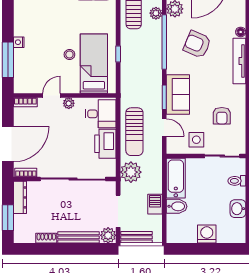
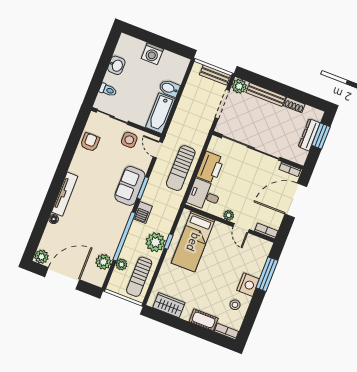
nightstand: (19, 42) -> (248, 285), width x1.89, depth x1.79
armchair: (197, 44) -> (96, 223), removed
stool: (69, 54) -> (235, 305), moved
door: (51, 96) -> (241, 228), hinge flipped
armchair: (222, 116) -> (90, 142), moved
door: (164, 128) -> (158, 150), moved
sun lounger: (134, 132) -> (181, 168), turned 180
plant: (131, 172) -> (155, 242), moved
dresser: (20, 197) -> (309, 135), moved
barbecue: (155, 204) -> (143, 212), moved

